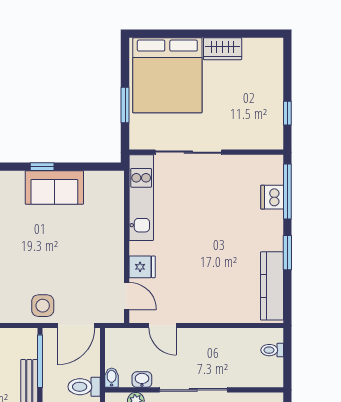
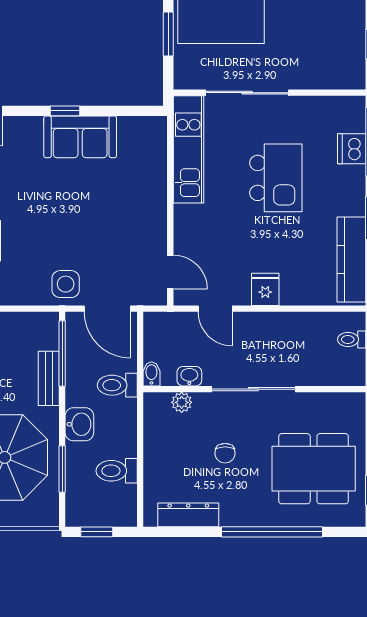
kitchen island: (211, 220) -> (276, 178), added
fridge: (142, 267) -> (265, 289), moved, turned -90
door: (76, 325) -> (107, 309), hinge flipped

